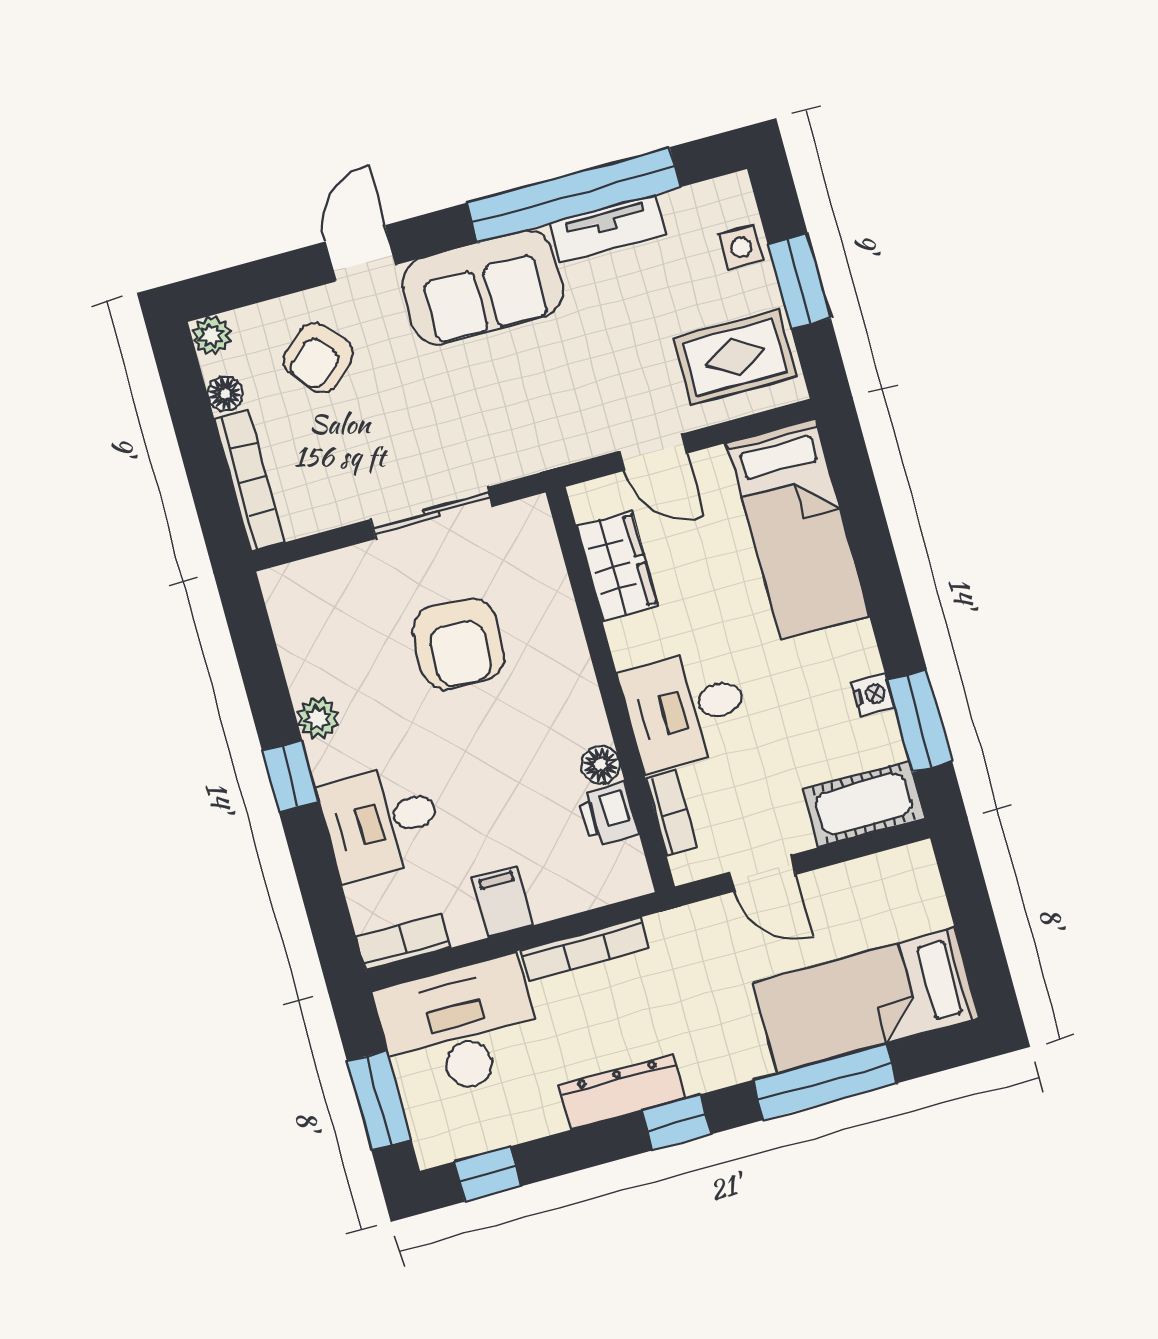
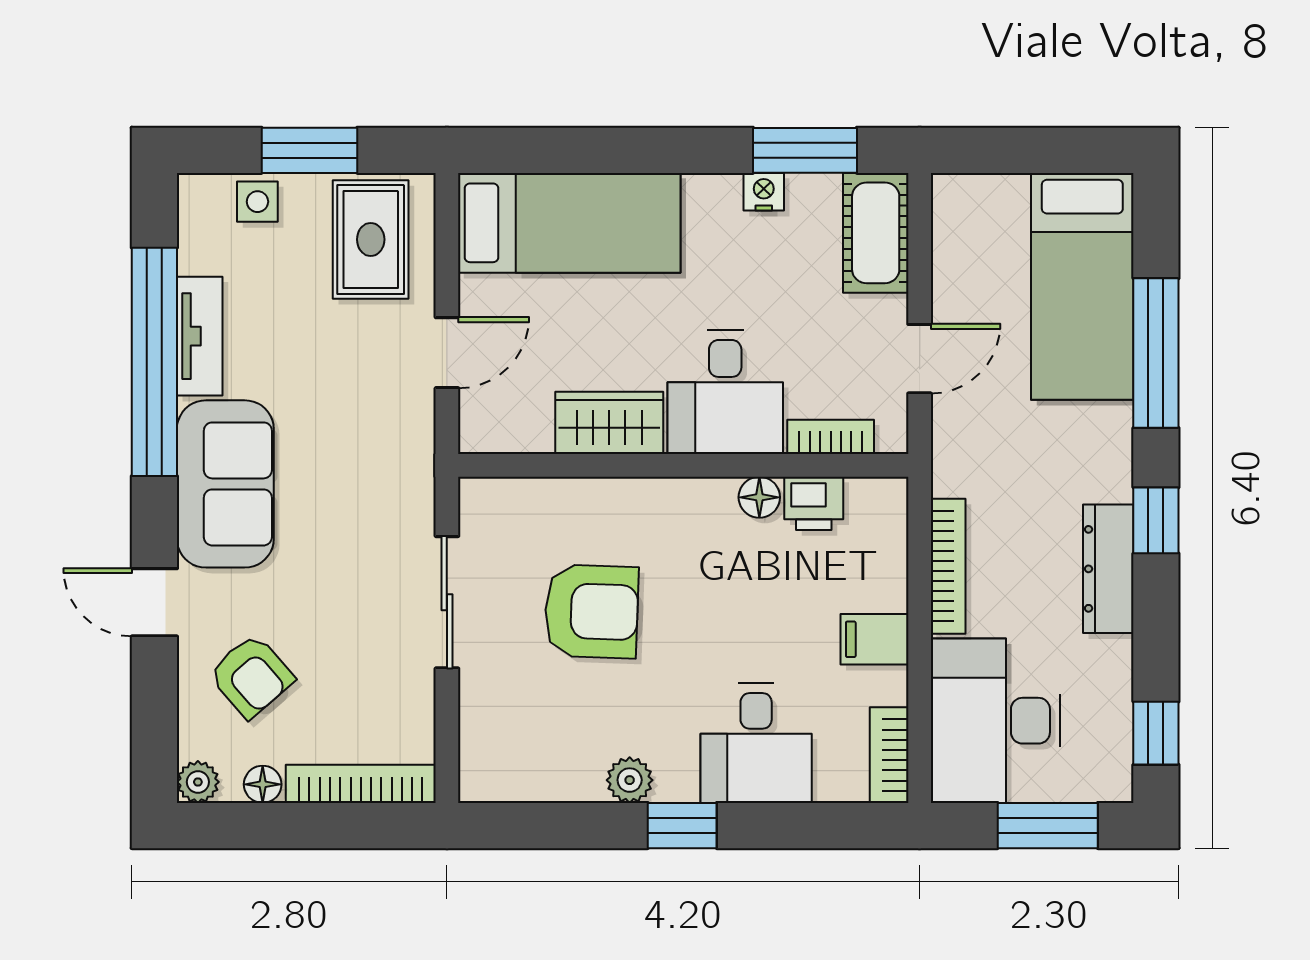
wardrobe: (617, 566) -> (609, 423), moved

